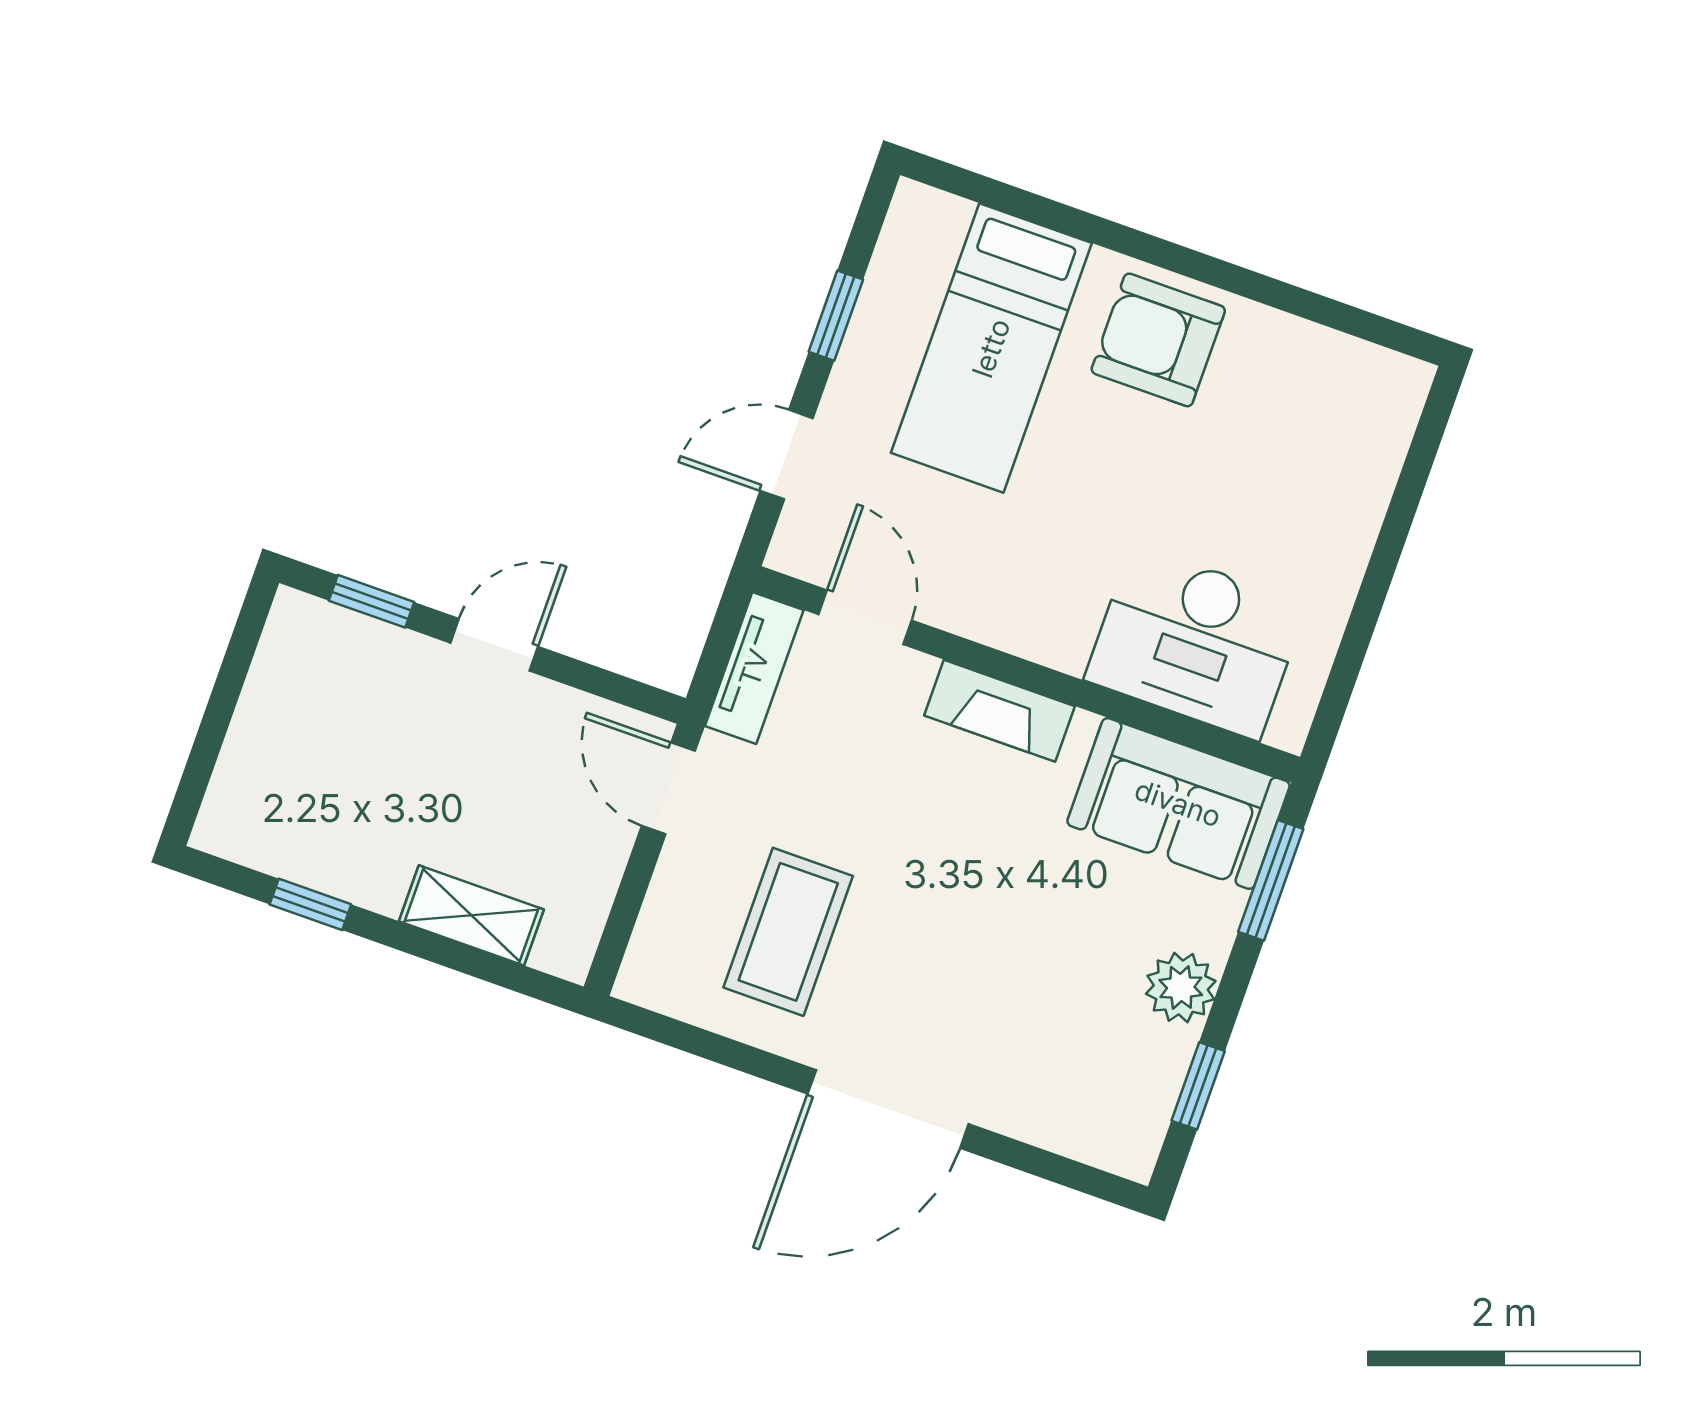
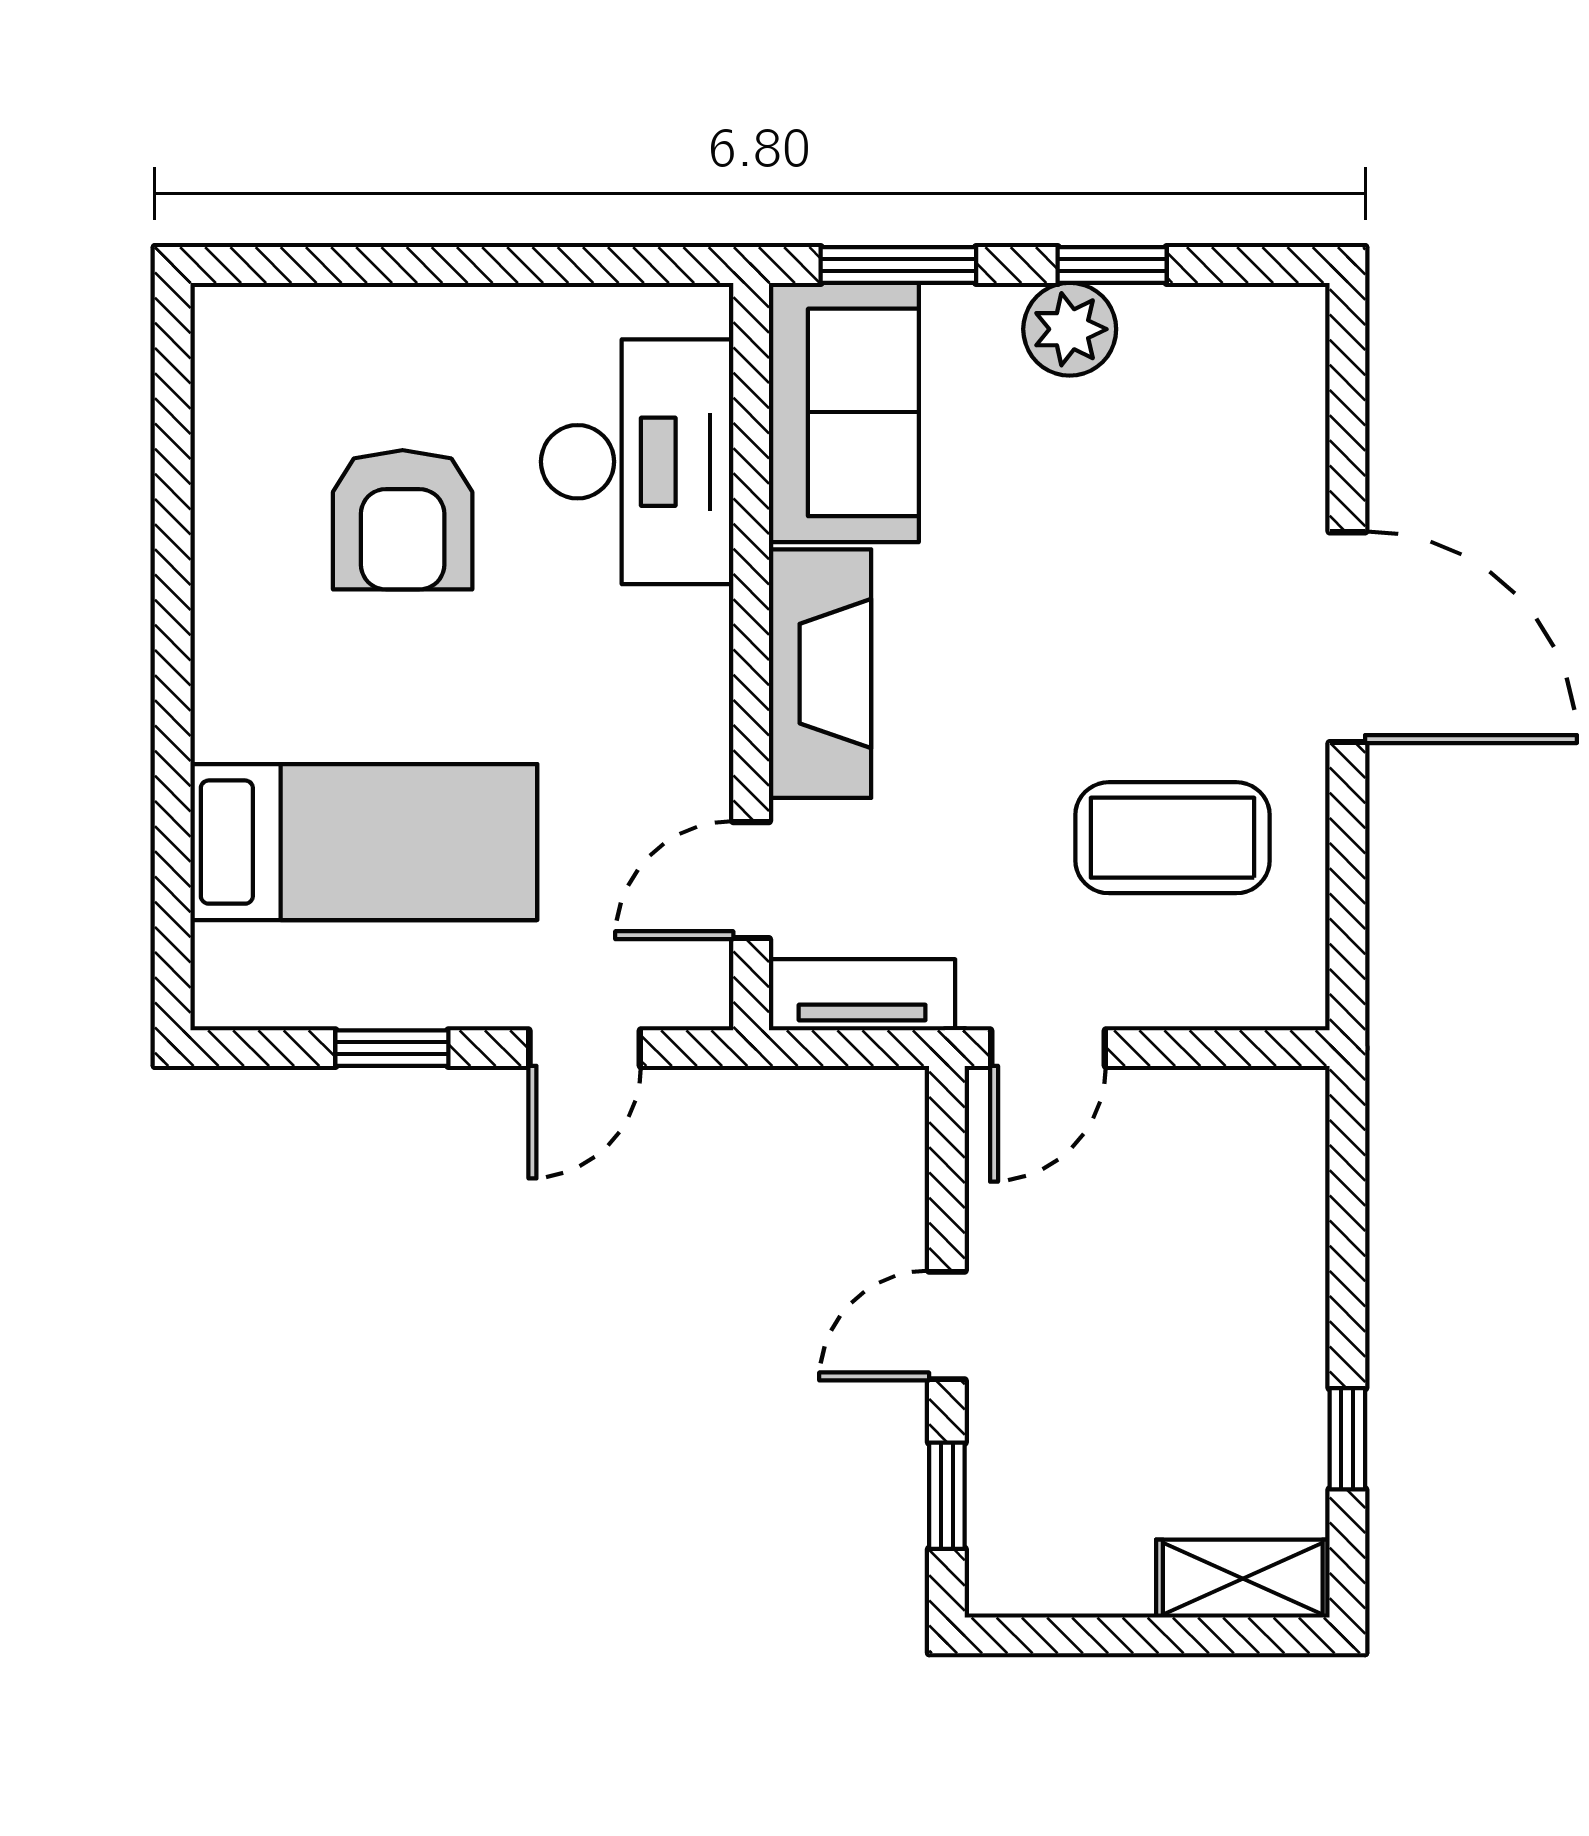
armchair: (1158, 340) -> (403, 520), moved
door: (787, 455) -> (585, 1048), hinge flipped
door: (494, 645) -> (947, 1326), hinge flipped
fireplace: (1000, 711) -> (820, 674), width x1.37, depth x1.32
shelving: (471, 915) -> (1243, 1579), moved, turned 90
window: (1198, 1086) -> (1112, 265), moved

